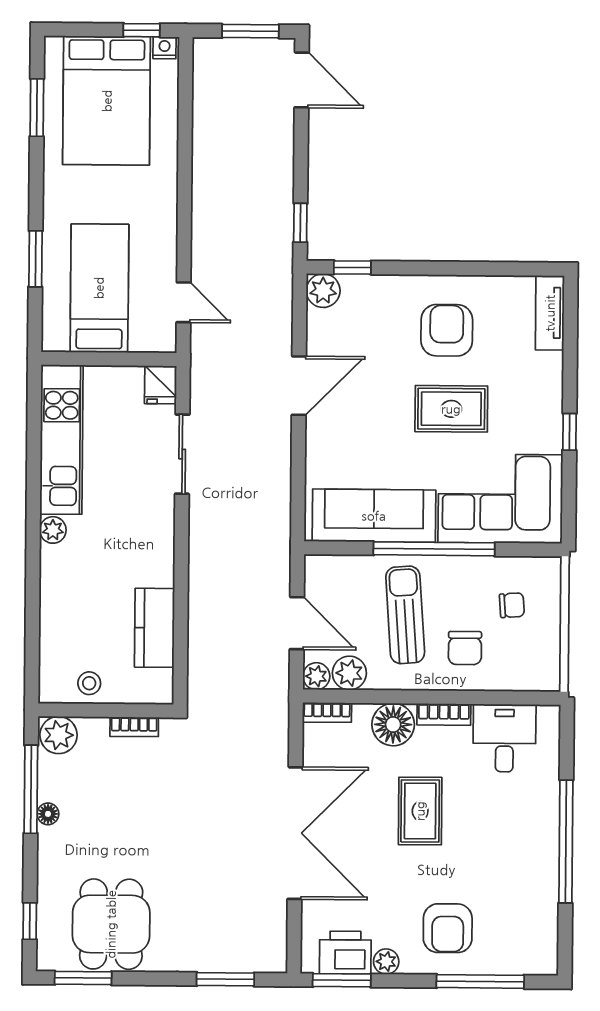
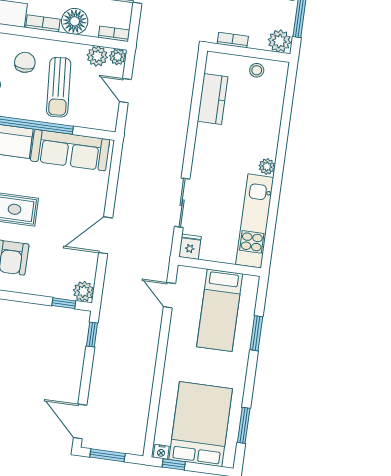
door: (297, 623) -> (125, 91), width x0.73

